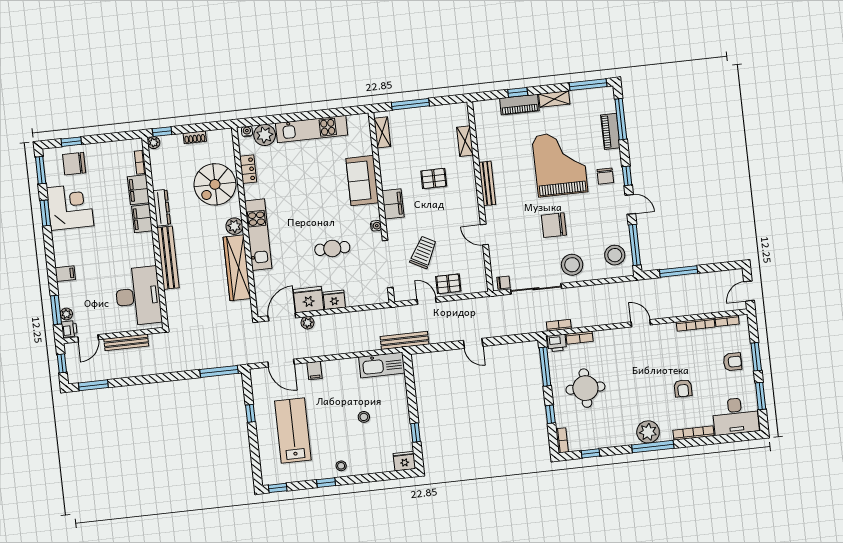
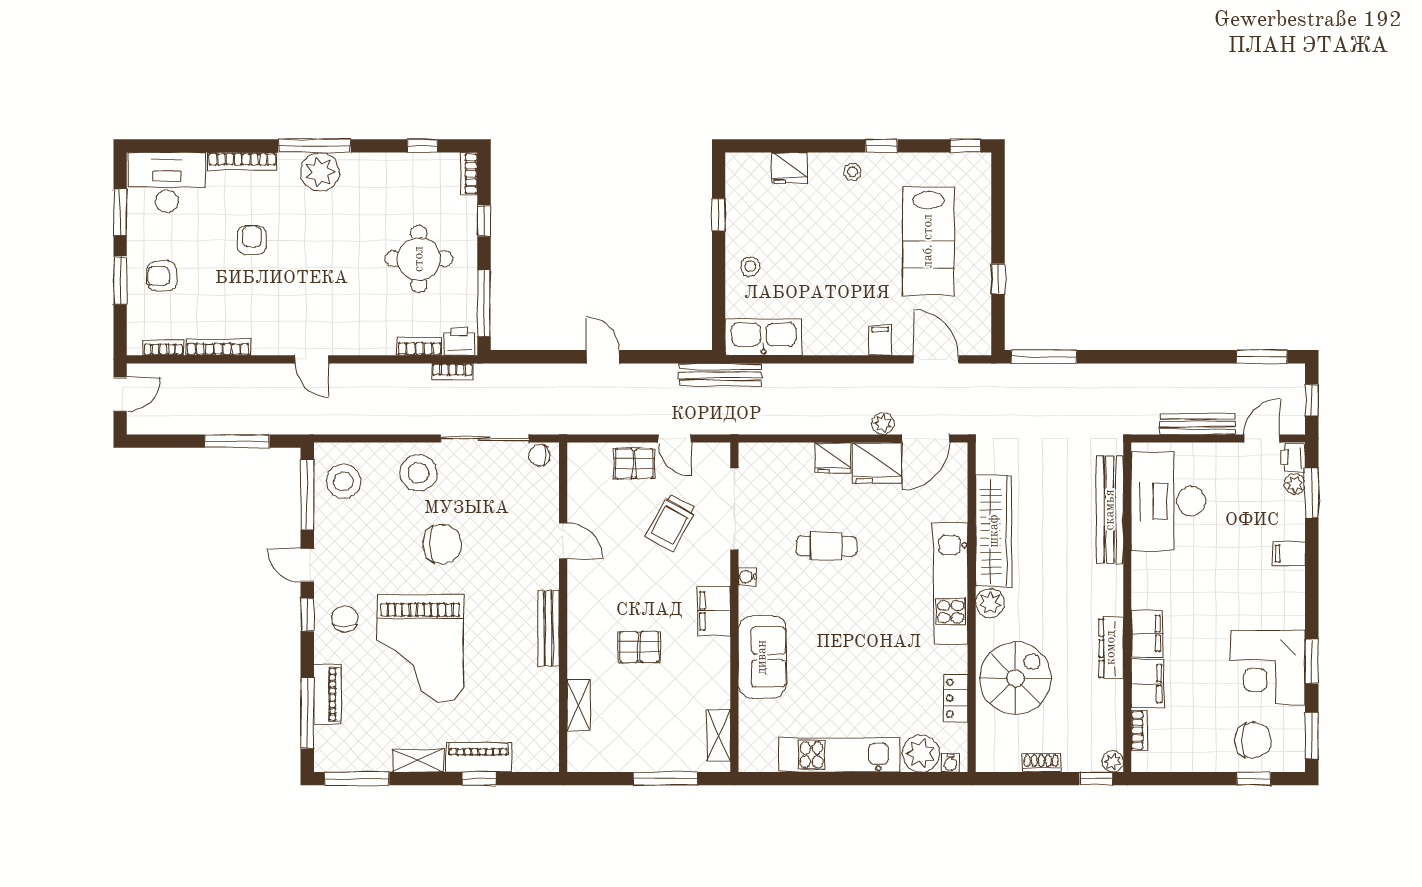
bench: (168, 258) -> (1110, 510), moved
stool: (364, 417) -> (750, 266), moved
fridge: (404, 461) -> (789, 168), moved

